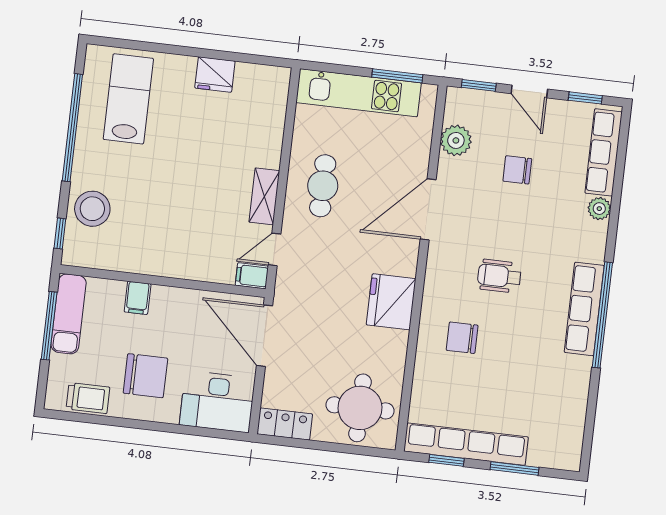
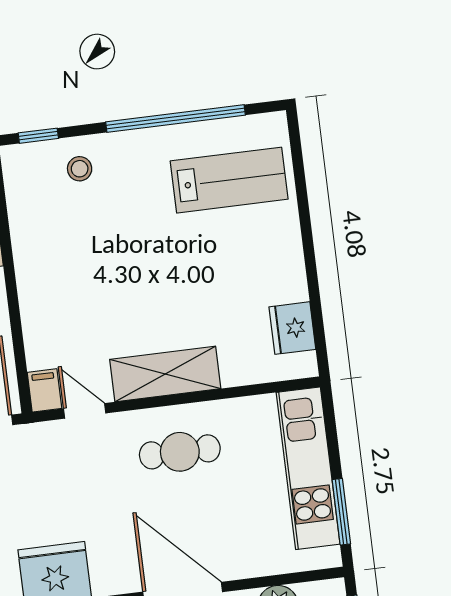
fridge: (215, 75) -> (292, 328), moved
shelving: (264, 196) -> (165, 374), width x1.50, depth x1.33
stool: (92, 209) -> (80, 169), width x0.53, depth x0.53

